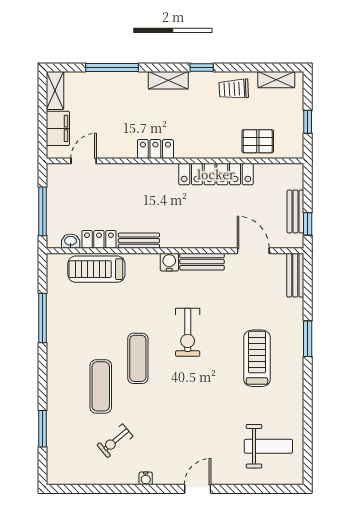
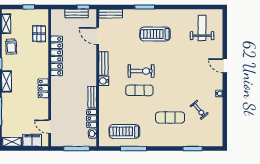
door: (253, 251) -> (98, 36), hinge flipped
treadmill: (96, 269) -> (124, 131), moved, turned 90
exercise mat: (138, 358) -> (139, 90), moved

